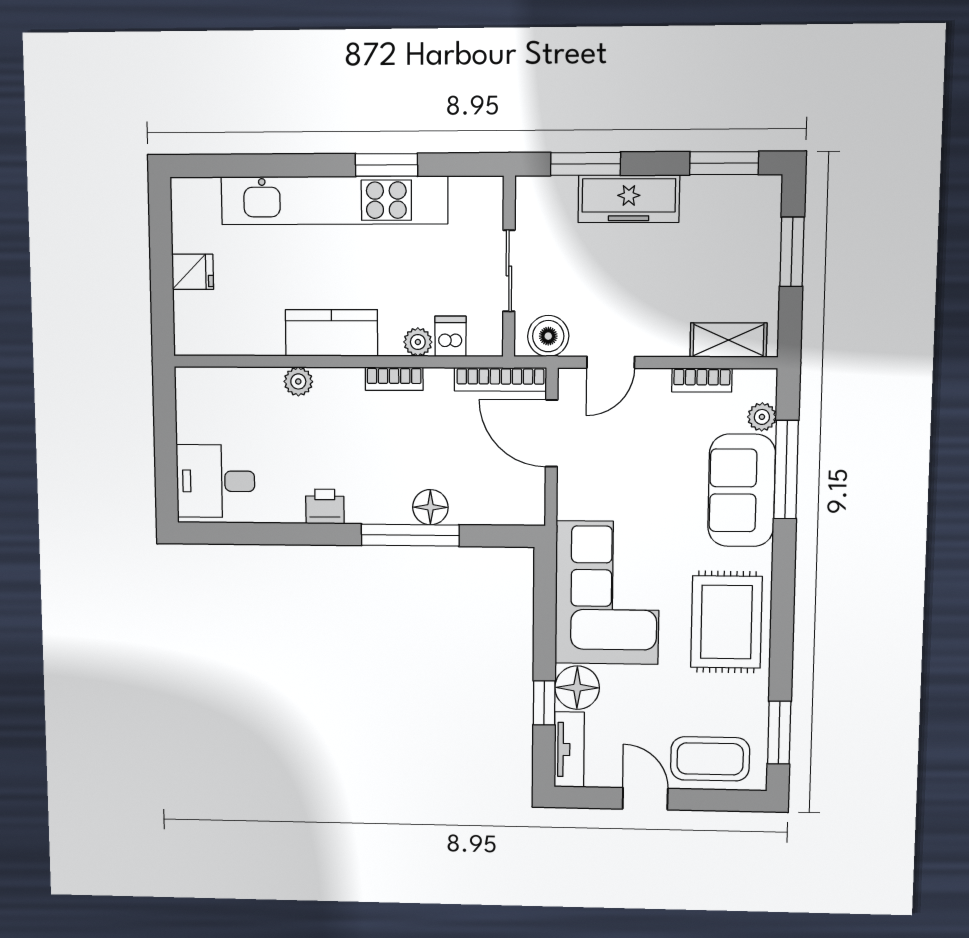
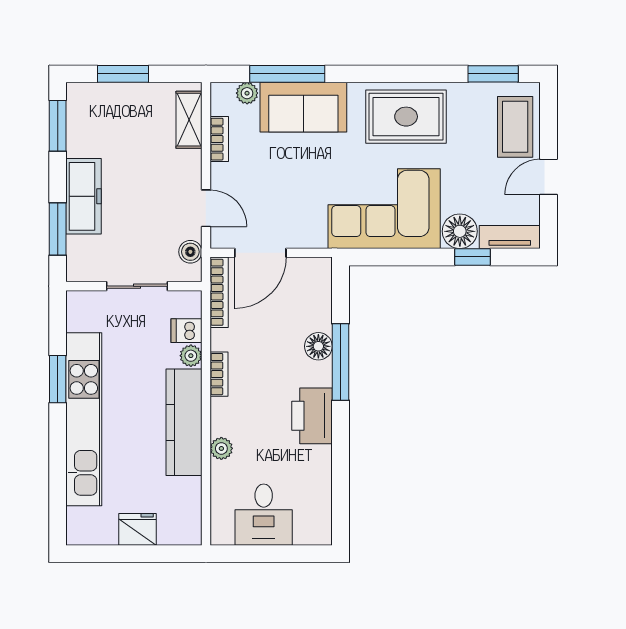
fridge: (193, 272) -> (138, 529), width x1.38
kitchen counter: (332, 333) -> (184, 422), width x1.50
boiler: (548, 336) -> (190, 252), width x0.73, depth x0.73
desk: (216, 481) -> (264, 515), moved
printer: (325, 507) -> (312, 416), width x1.87, depth x1.48

